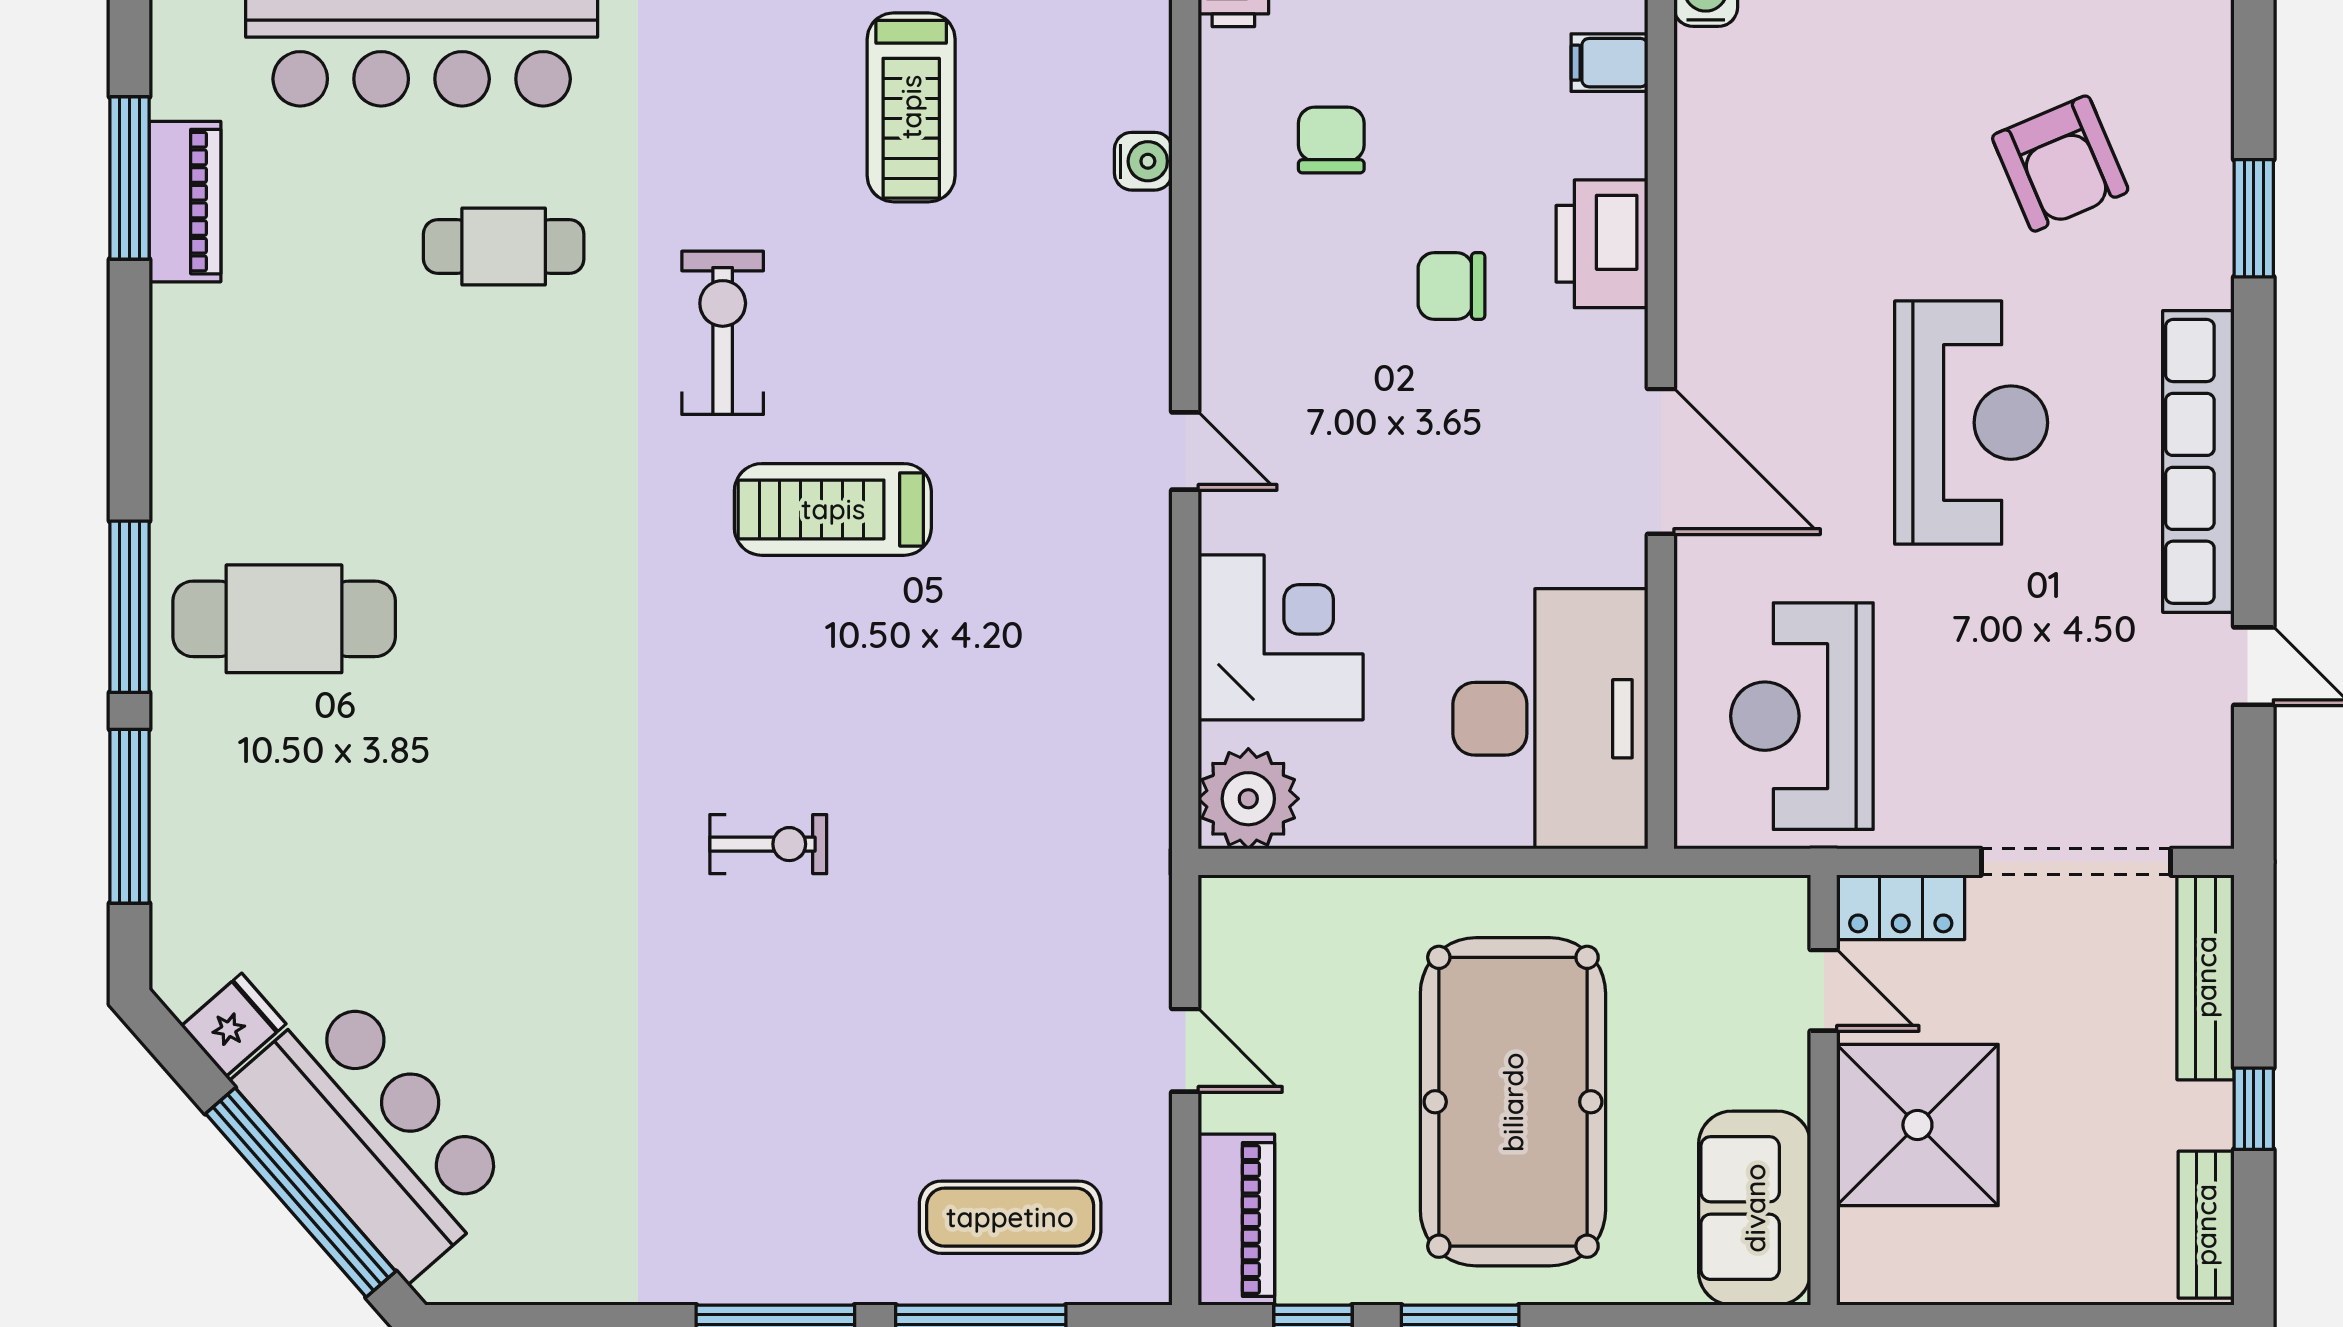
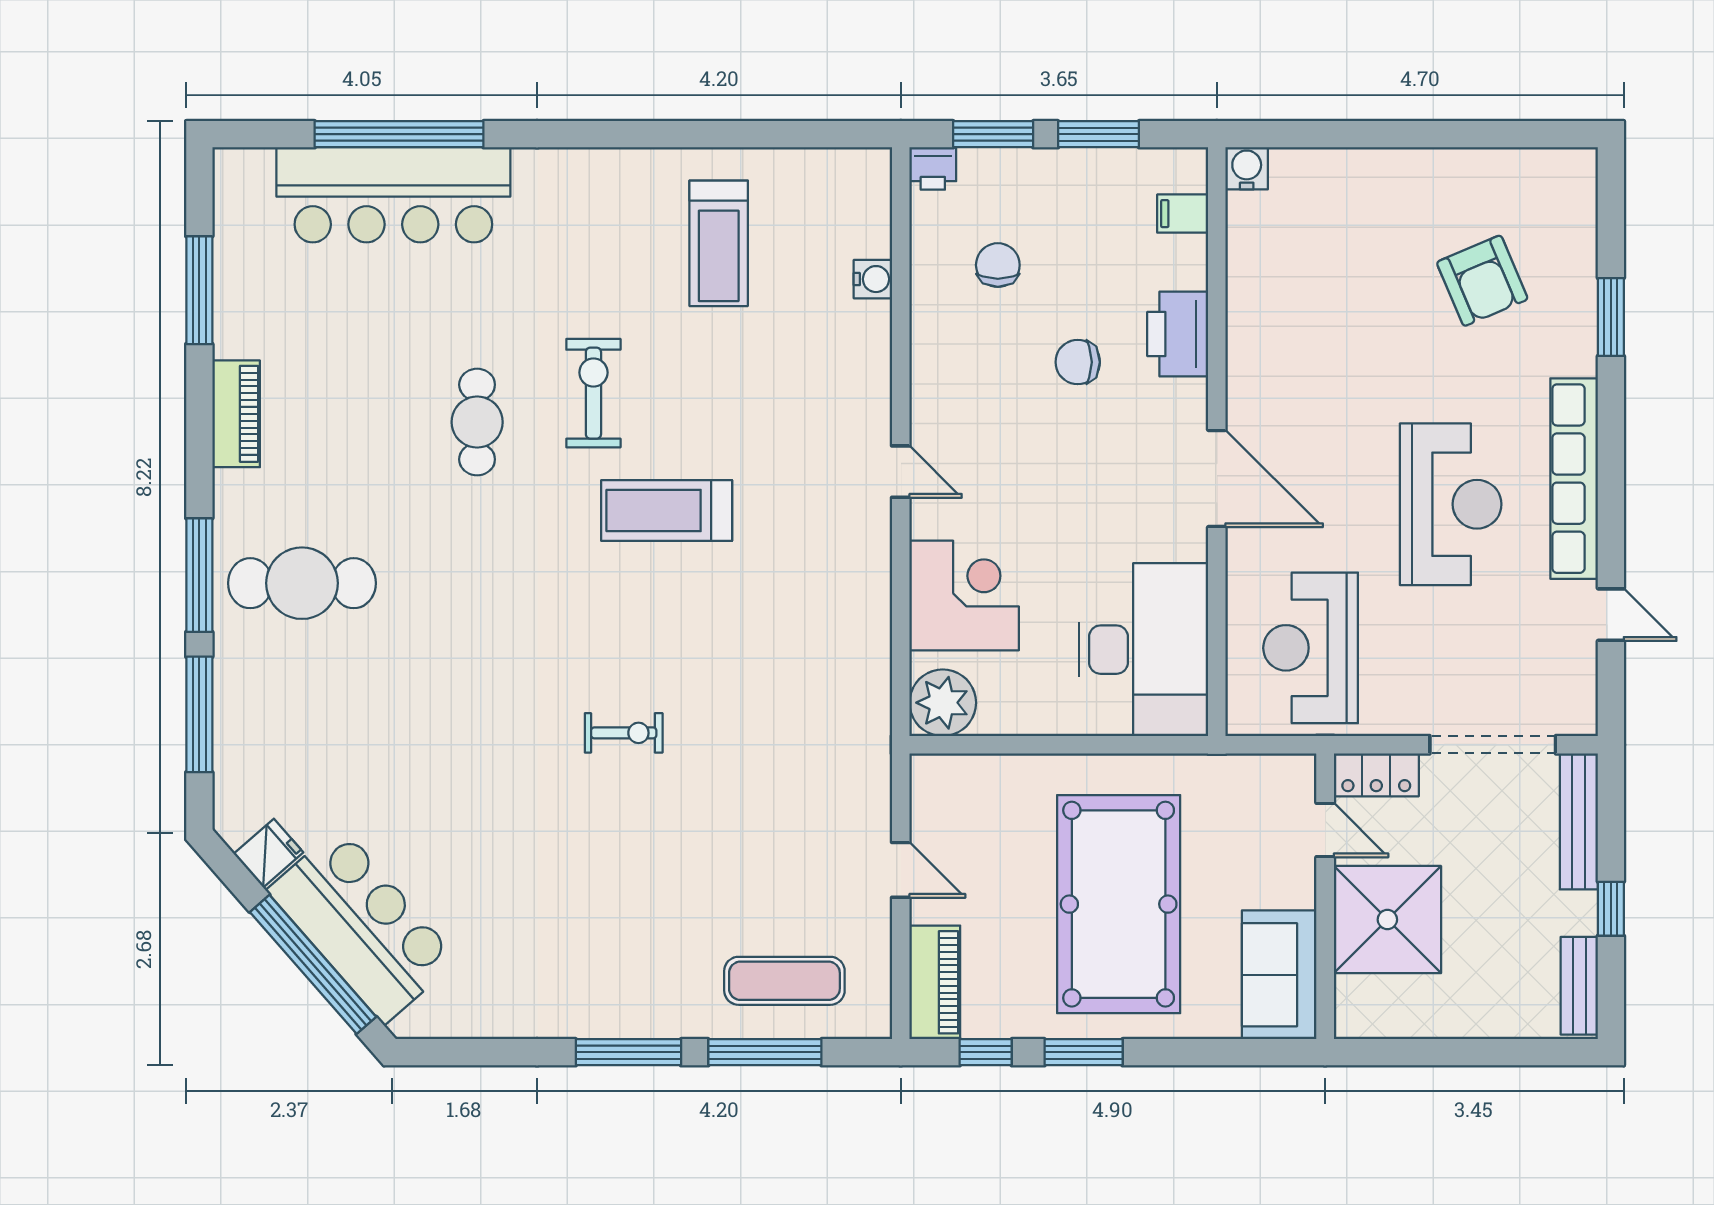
piano: (185, 202) -> (236, 414), moved
cafe table: (504, 246) -> (477, 422), moved, turned 90
reception desk: (1971, 423) -> (1451, 504), moved

